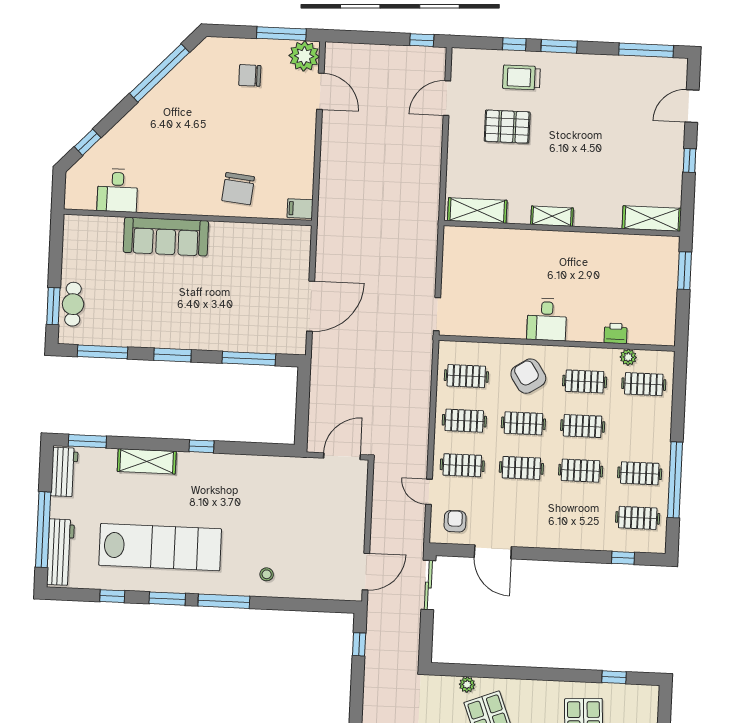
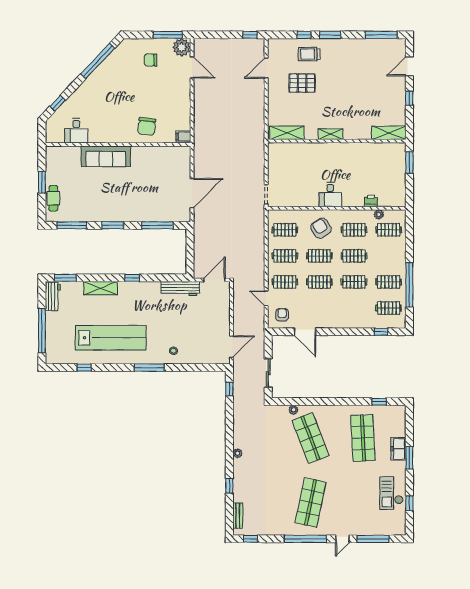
window: (53, 306) -> (42, 182), moved
workbench: (60, 552) -> (180, 289), moved, turned 90
sliding door: (428, 585) -> (268, 373), moved
window: (167, 599) -> (116, 368), removed

